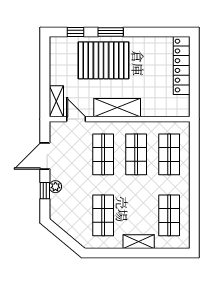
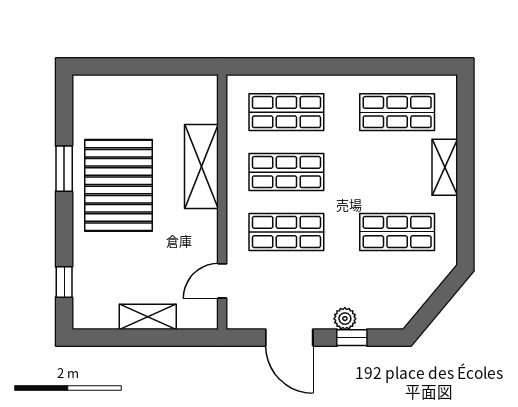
window: (111, 32) -> (64, 169), moved
pallet: (104, 60) -> (118, 185), moved
locker: (182, 66) -> (125, 89), removed
shelving: (56, 101) -> (148, 317), moved
shelving: (117, 108) -> (201, 166), moved

